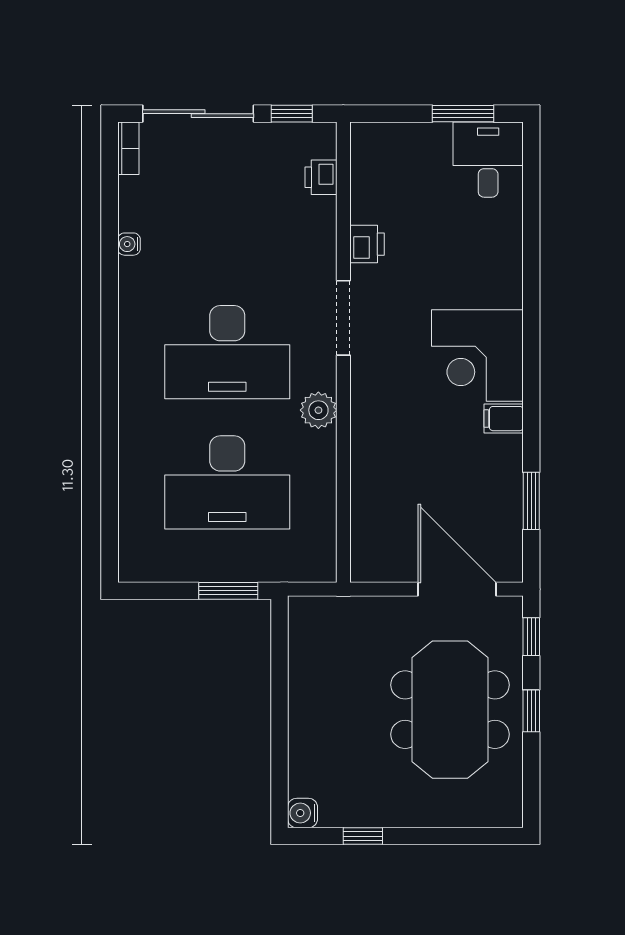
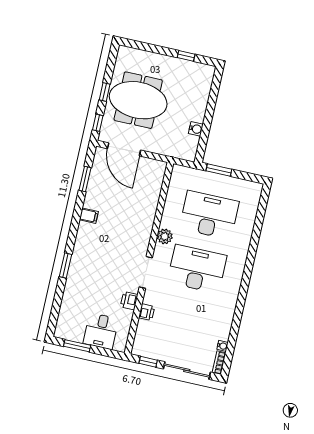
desk: (488, 160) -> (101, 331), moved
printer: (321, 177) -> (147, 312), moved
water cooler: (129, 244) -> (222, 346), moved
window: (531, 292) -> (66, 265), added
corner desk: (477, 356) -> (94, 244), removed
meeting table: (450, 710) -> (138, 100), turned 90
water cooler: (303, 813) -> (196, 129), moved

